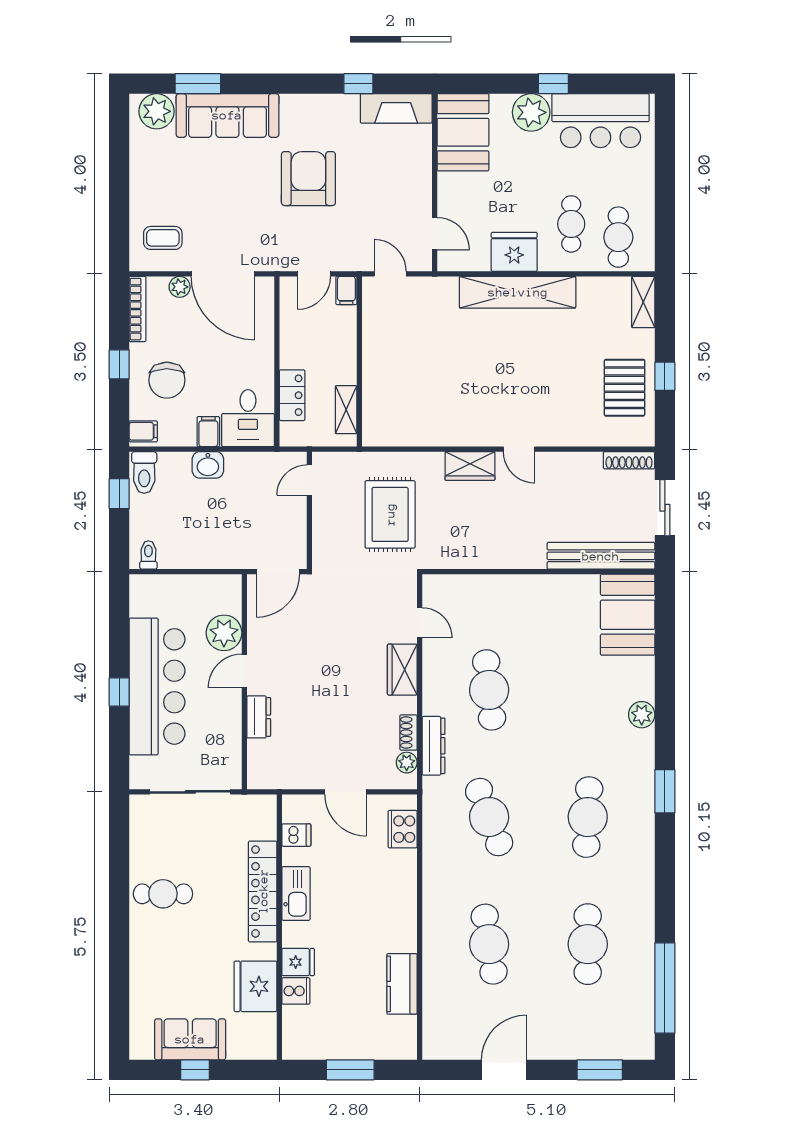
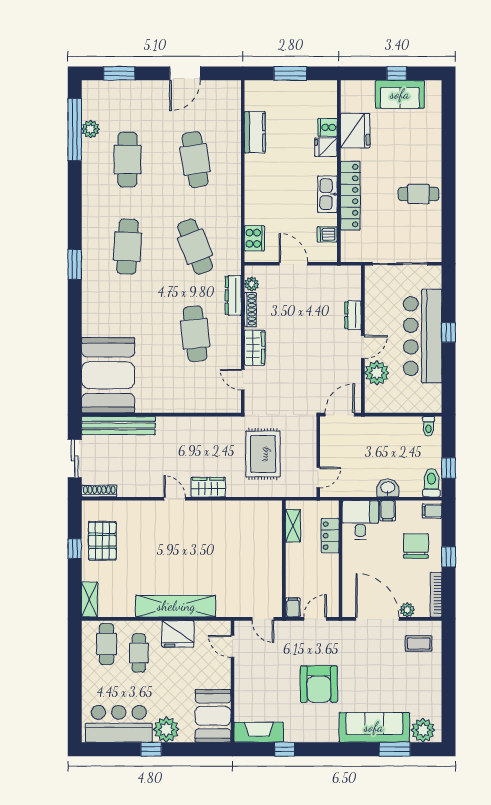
booth: (628, 615) -> (108, 375), width x1.36, depth x1.42
plant: (642, 715) -> (91, 129), moved
shoe rack: (408, 733) -> (250, 310), width x1.43

